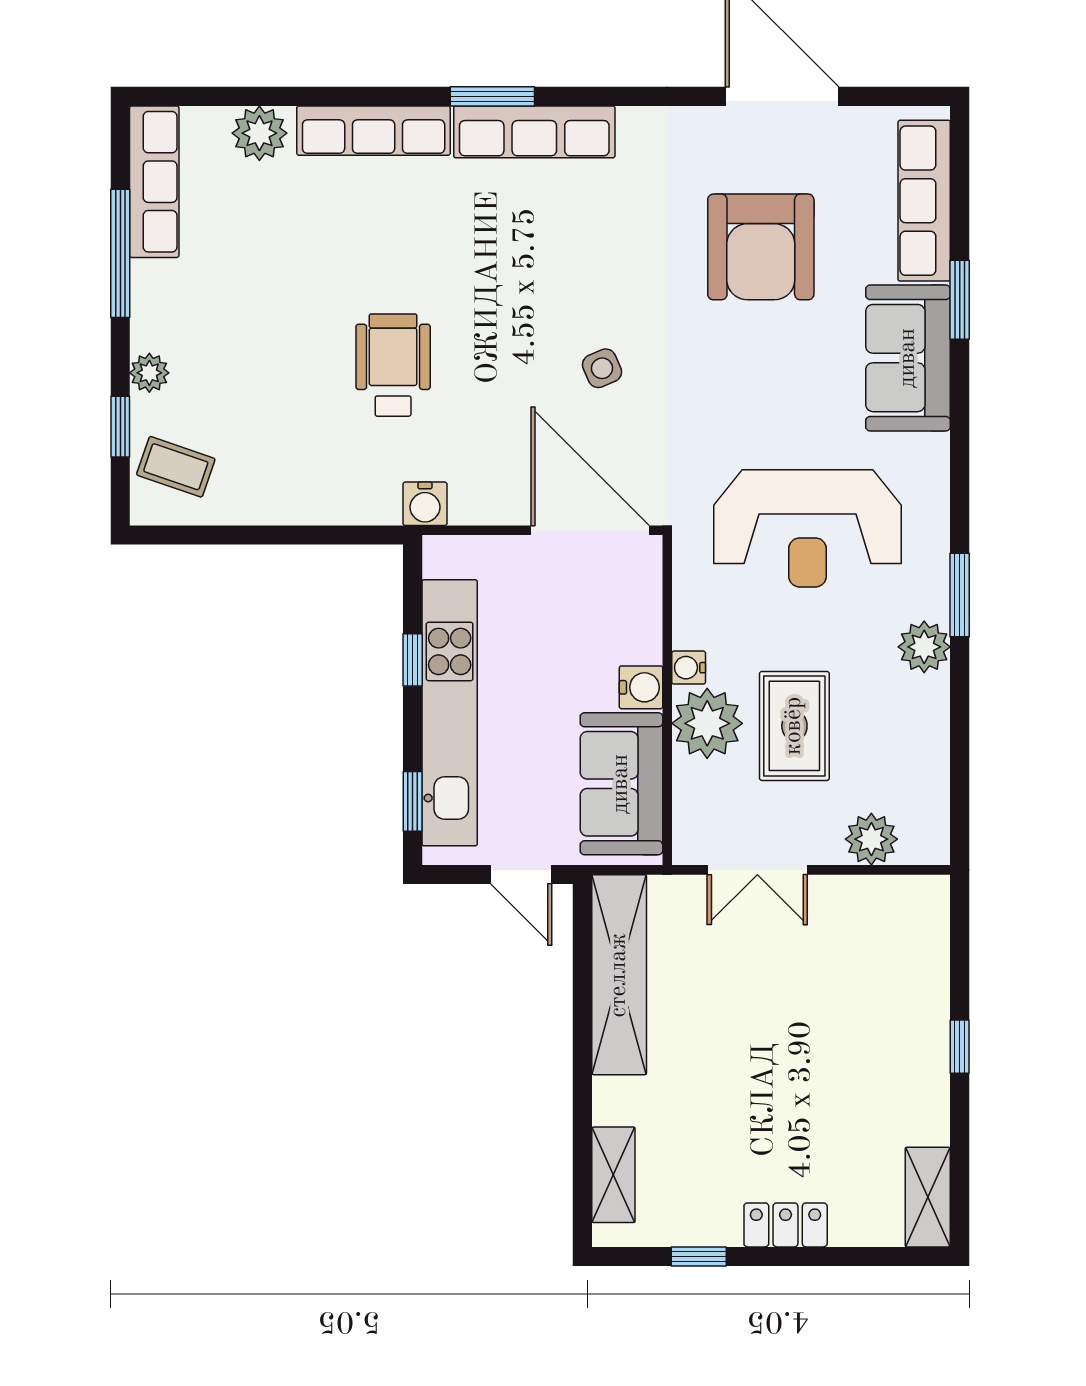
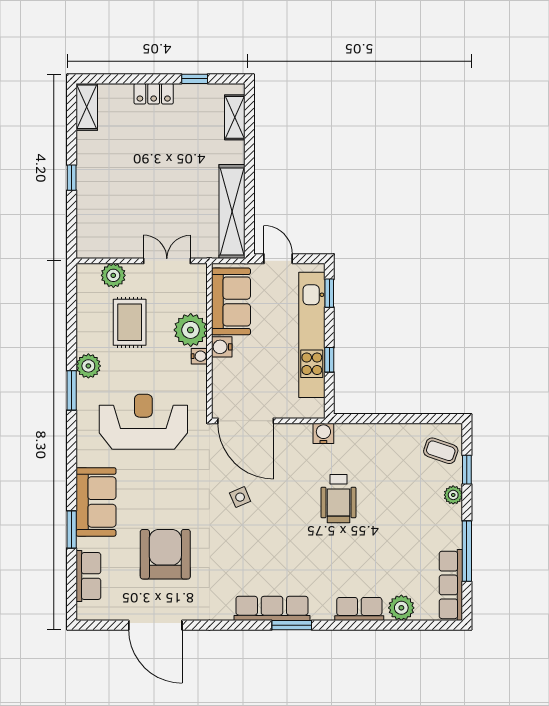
row of seats: (374, 131) -> (359, 609), width x0.68
row of seats: (924, 201) -> (88, 576), width x0.68
rug: (794, 726) -> (130, 322), moved

